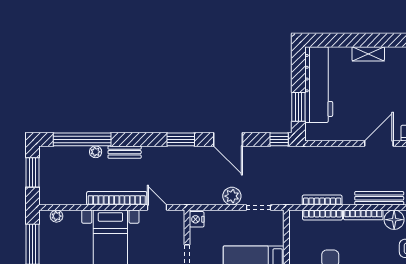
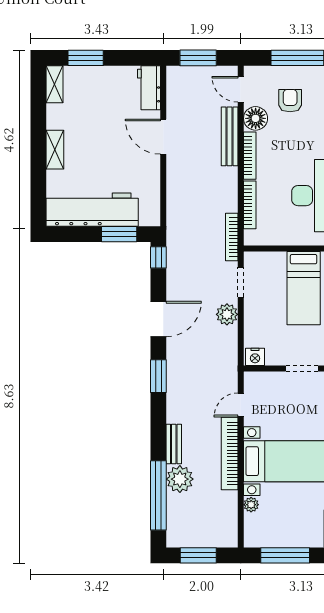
plant: (96, 152) -> (180, 479), width x1.87, depth x1.87
bookcase: (322, 200) -> (232, 237), moved
plant: (56, 216) -> (251, 505), moved

